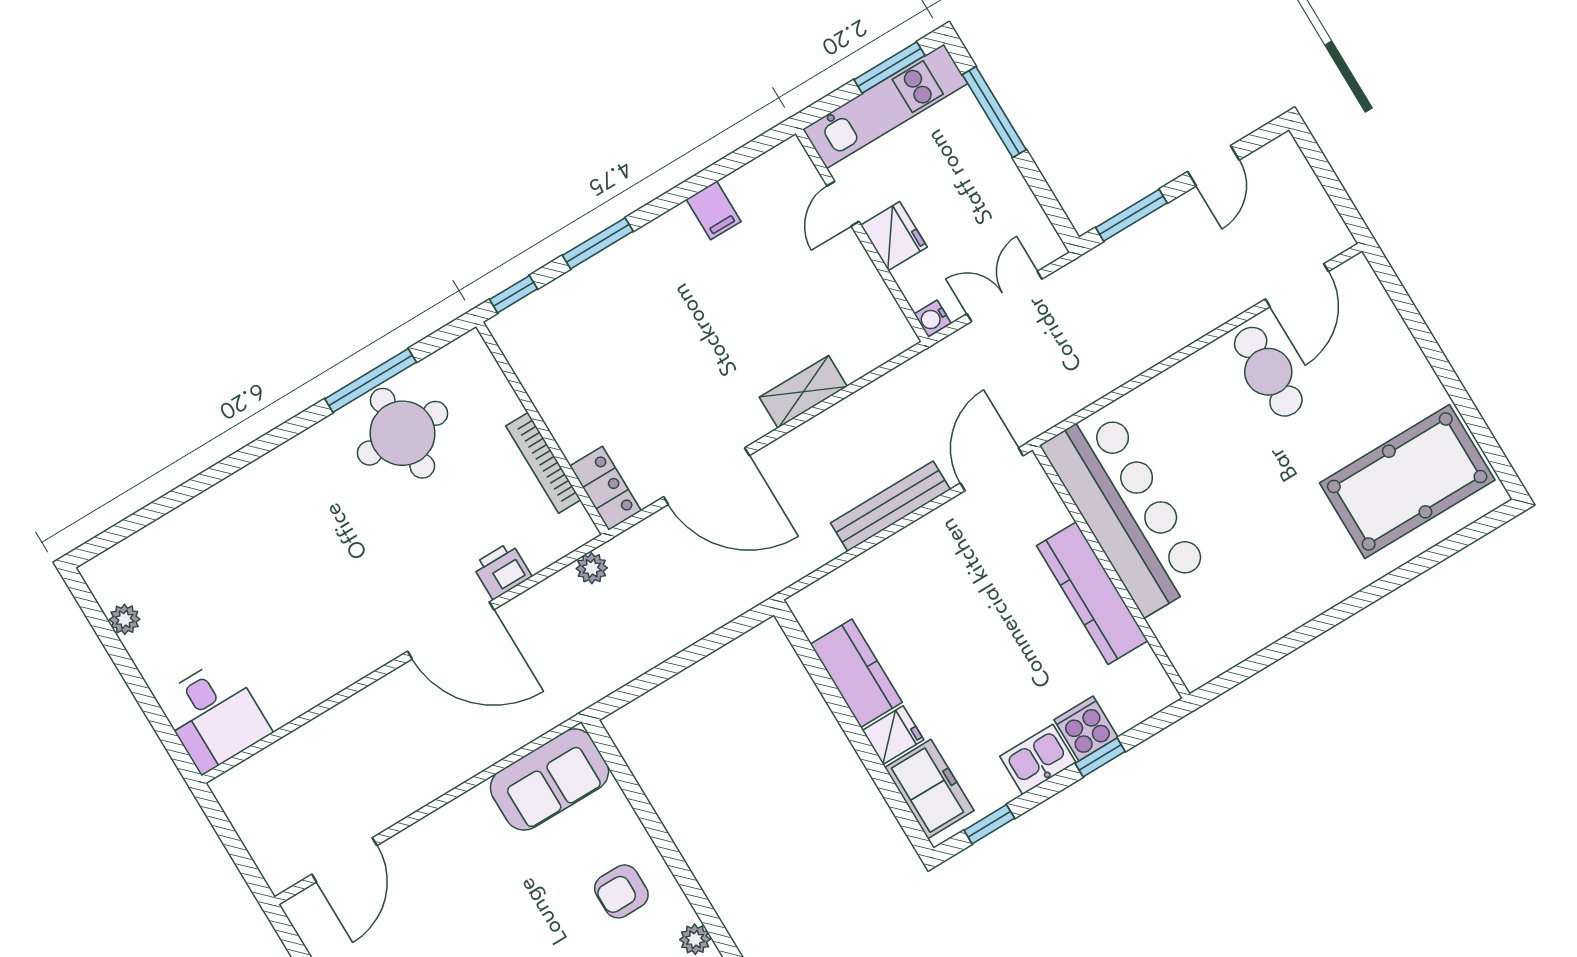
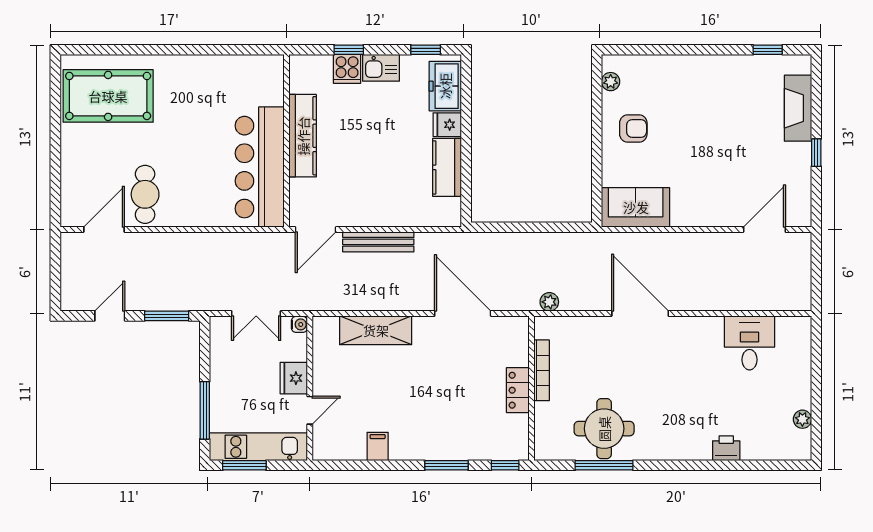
shelving: (803, 392) -> (376, 330), width x1.50, depth x1.33
locker: (605, 488) -> (518, 390), moved
printer: (502, 571) -> (726, 448), moved, turned 180
desk: (214, 715) -> (750, 343), moved

